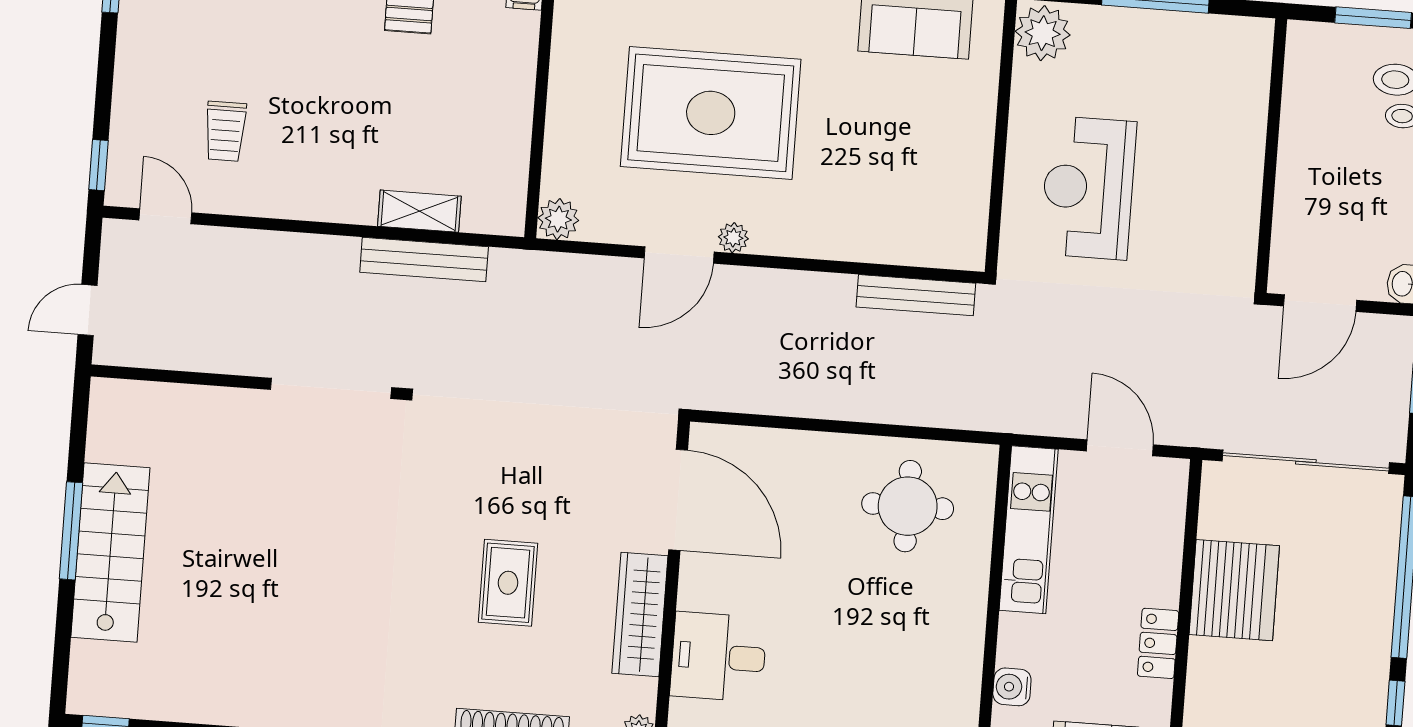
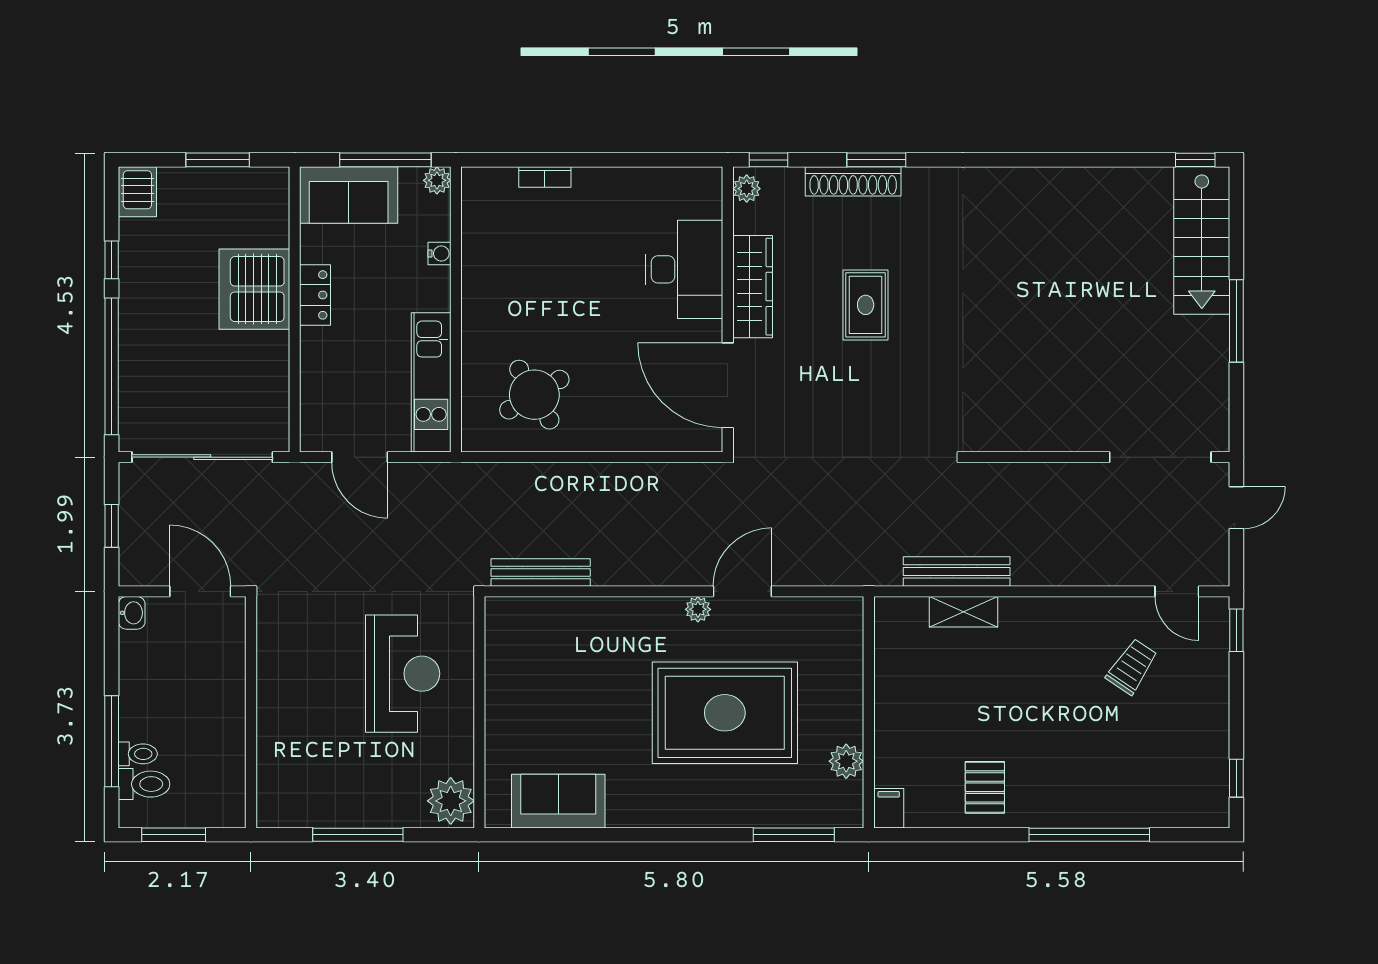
trolley: (225, 131) -> (1132, 667), turned 34
plant: (558, 219) -> (846, 761), moved
door: (1320, 303) -> (200, 591), hinge flipped
doorway: (331, 388) -> (1160, 457), moved
round table: (908, 506) -> (534, 395), turned -31
stairs: (110, 553) -> (1202, 241), moved
server rack: (1234, 590) -> (254, 289), moved
desk: (718, 657) -> (684, 269), width x1.37
water cooler: (1012, 687) -> (439, 254), width x0.72, depth x0.72

